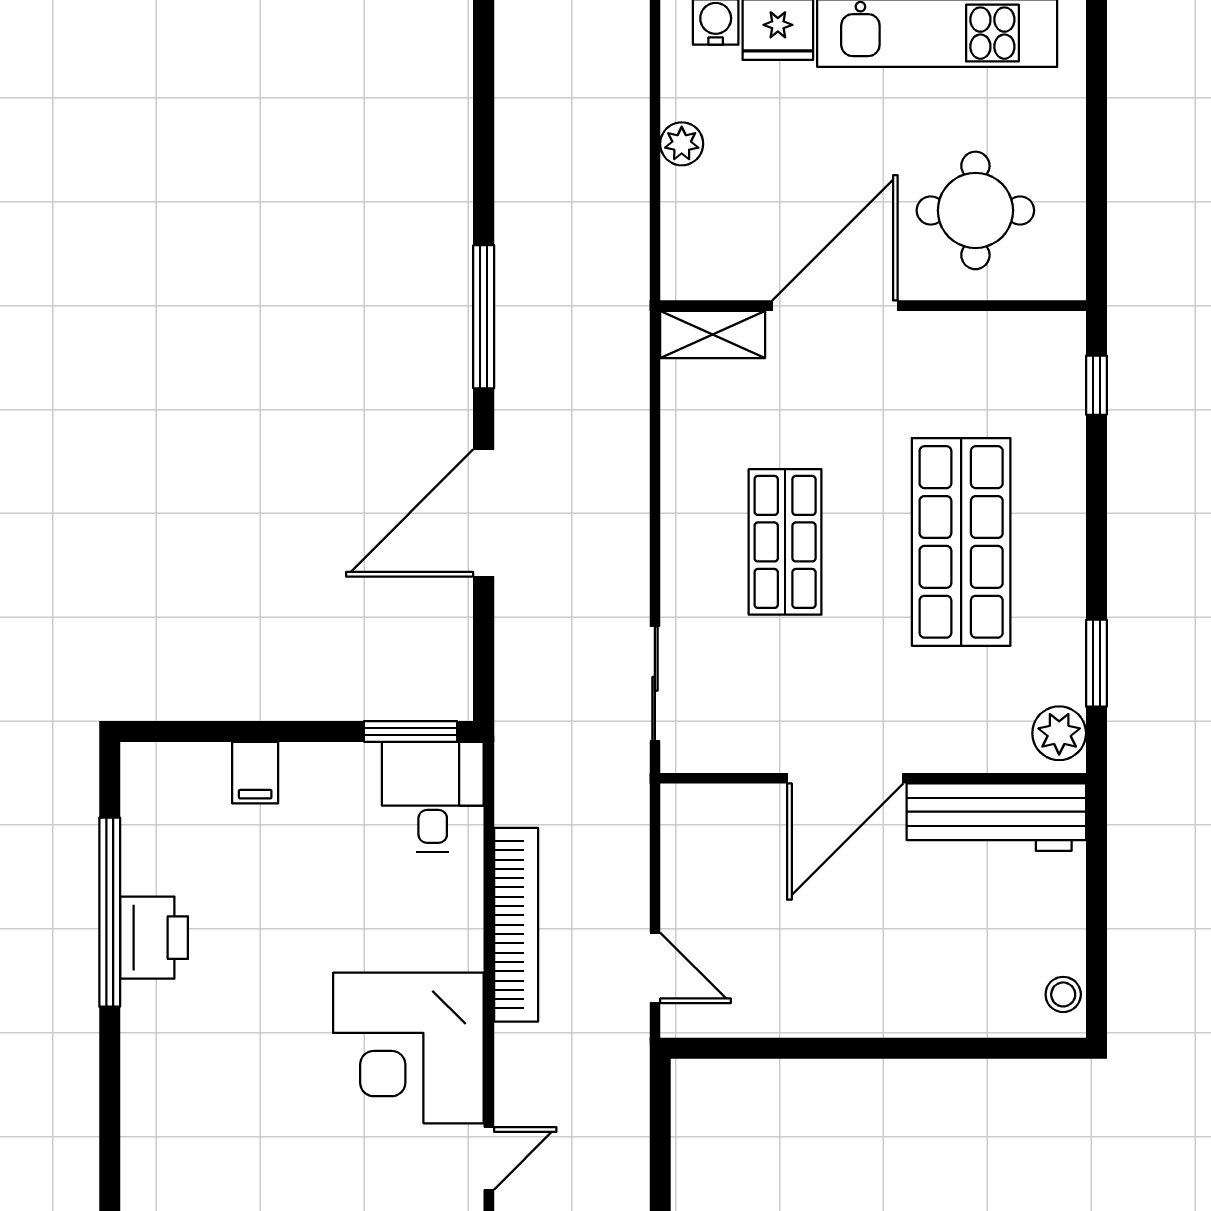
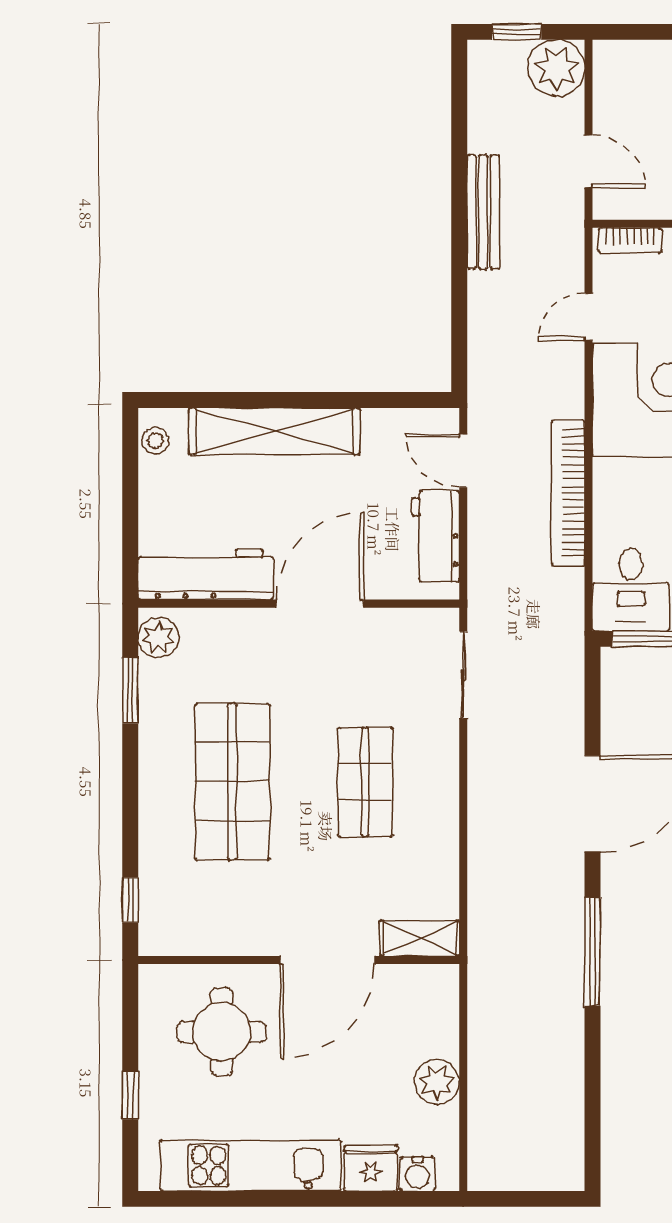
window: (1096, 126) -> (130, 1096), added
plant: (682, 144) -> (437, 1082), width x1.38, depth x1.38
workbench: (692, 868) -> (436, 536), added
shelving: (905, 1007) -> (274, 431), added

